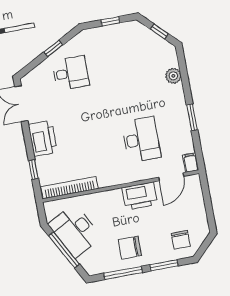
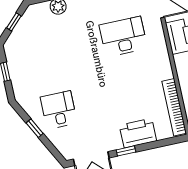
printer: (43, 138) -> (138, 133), moved
window: (33, 170) -> (126, 151), moved

